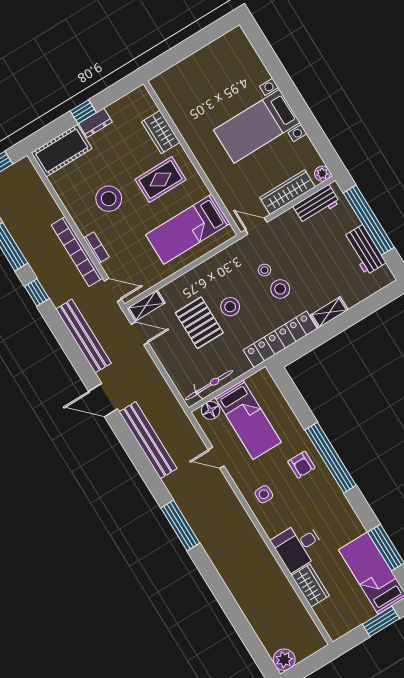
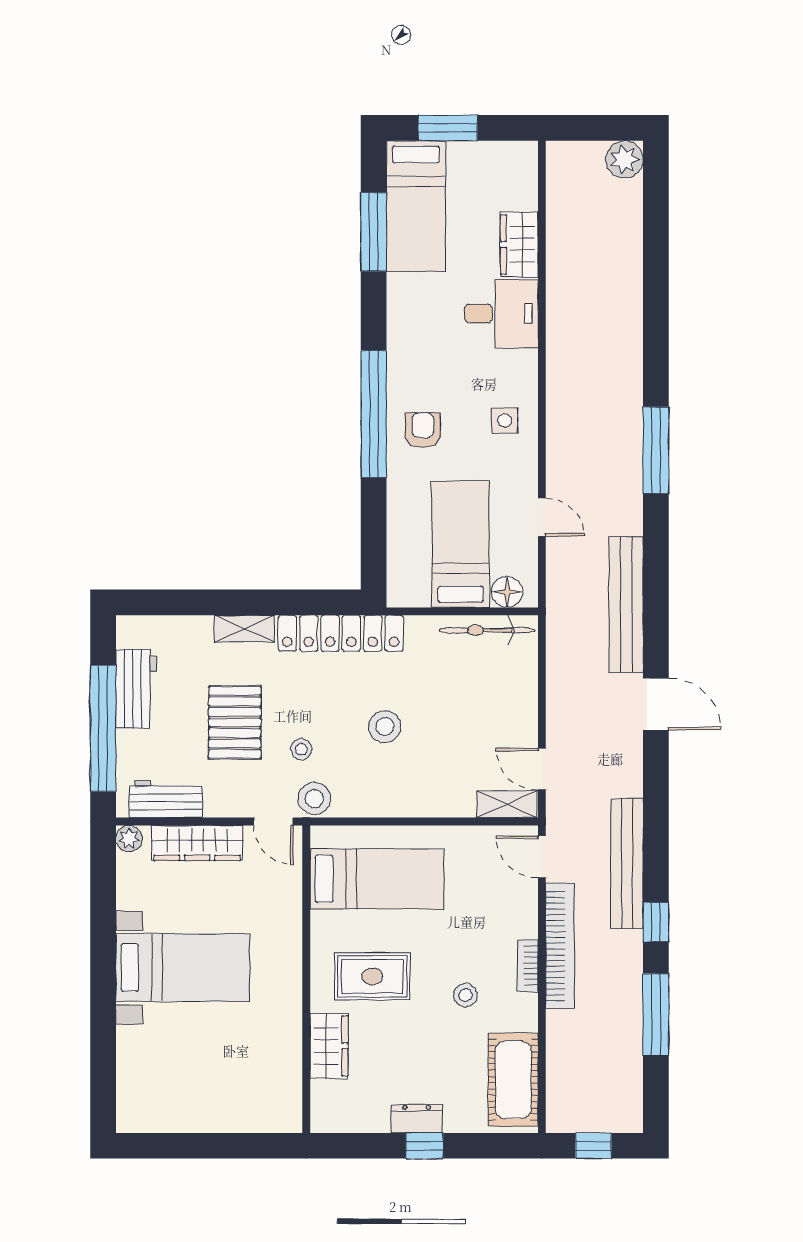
cot: (62, 151) -> (513, 1080), moved, turned 90
stool: (109, 199) -> (466, 995), width x0.53, depth x0.53
bookcase: (96, 247) -> (528, 966), moved
stool: (280, 289) -> (314, 798), moved
pallet: (199, 323) -> (235, 722), moved
bench: (83, 336) -> (627, 864), moved

